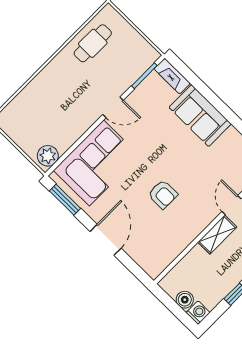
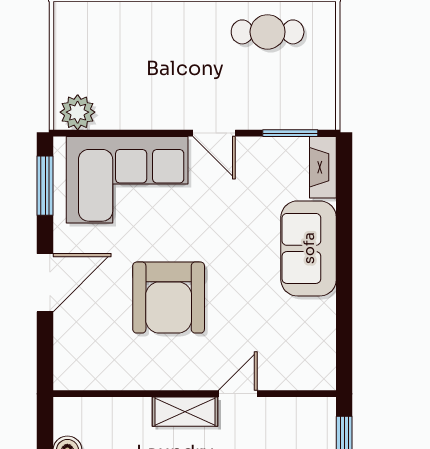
armchair: (163, 194) -> (169, 298), width x1.88, depth x1.88

